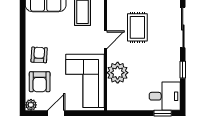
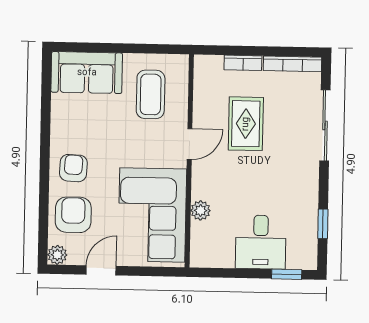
window: (183, 70) -> (323, 224), moved
plant: (118, 73) -> (201, 210), width x0.53, depth x0.53
armchair: (40, 82) -> (73, 215), turned 180
desk: (165, 96) -> (261, 242), moved, turned 90

